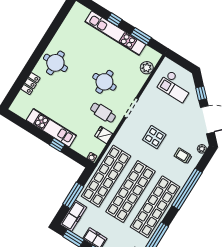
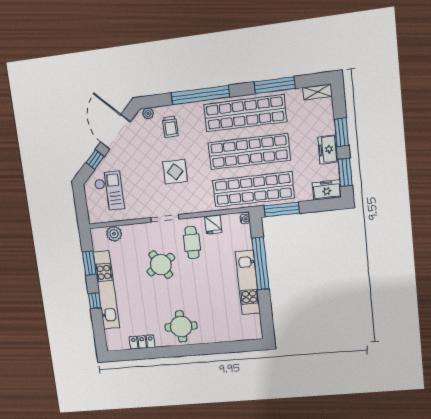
round table: (104, 82) -> (161, 265), turned -31
locker: (30, 84) -> (142, 342), moved
window: (57, 145) -> (260, 264), width x3.17
window: (73, 195) -> (282, 209), moved
freezer: (73, 216) -> (327, 190), width x0.71

